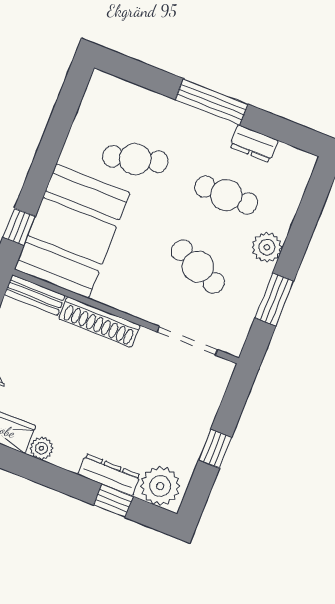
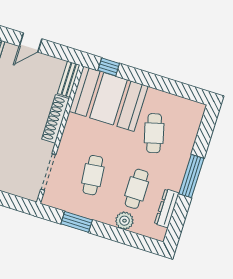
dresser: (254, 144) -> (167, 208), width x1.44
plant: (267, 247) -> (124, 221), moved
cafe table: (198, 267) -> (93, 175), turned -30

